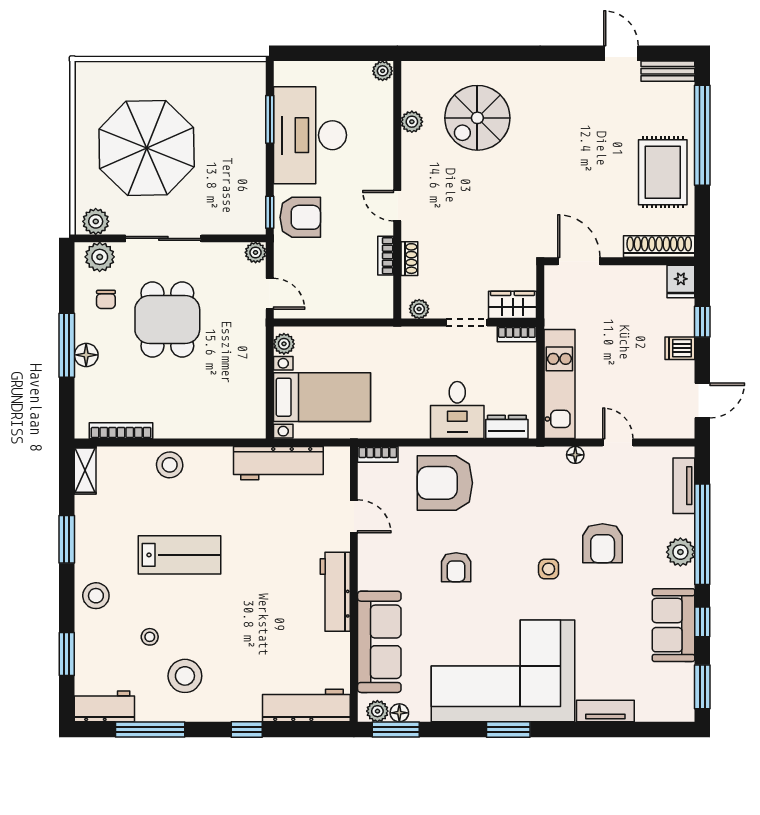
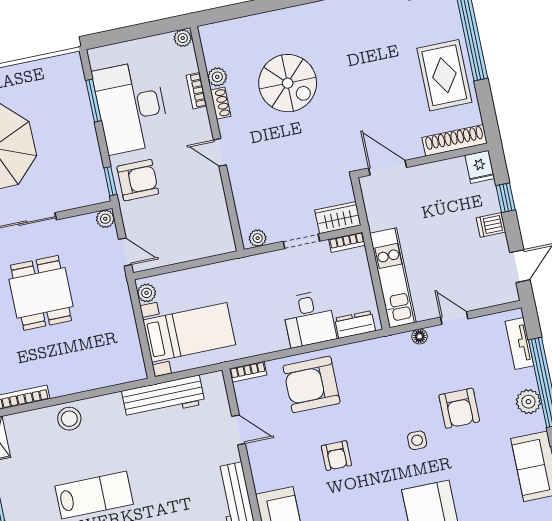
spiral stairs: (477, 118) -> (288, 83), moved, turned -90
bookcase: (386, 256) -> (196, 91), moved
shoe rack: (409, 259) -> (221, 103), moved

